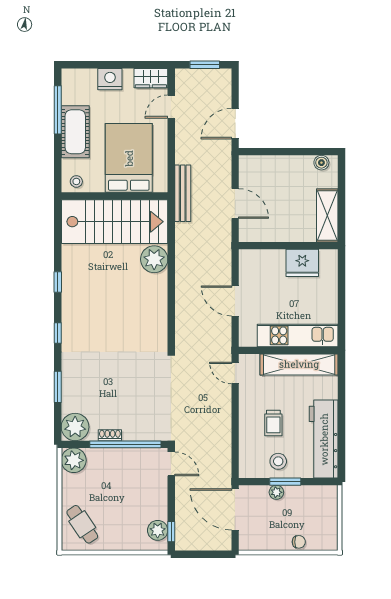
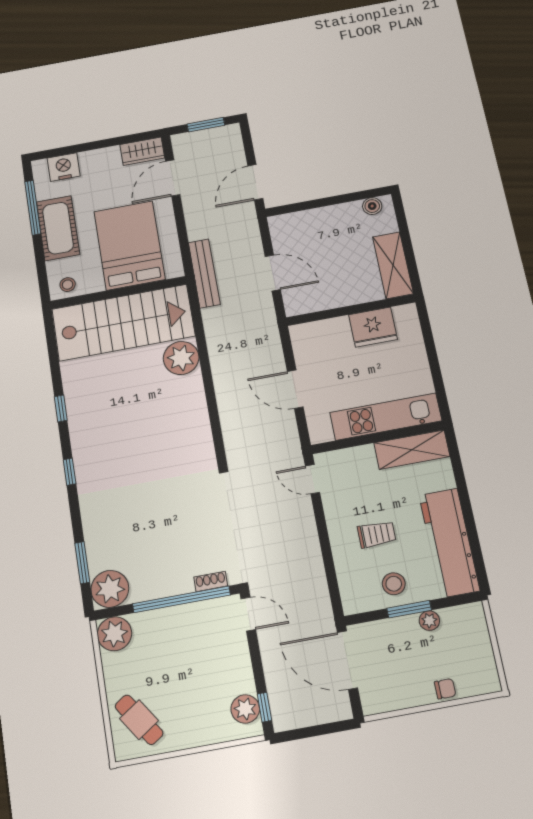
nightstand: (110, 79) -> (64, 167), moved
door: (171, 107) -> (173, 178), width x1.38
shelving: (299, 364) -> (412, 450), width x0.68
window: (58, 387) -> (82, 563), moved
trolley: (273, 423) -> (377, 534), turned -90
shoe rack: (110, 435) -> (211, 581), moved
plant: (276, 492) -> (429, 621), moved

